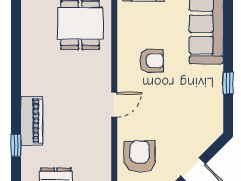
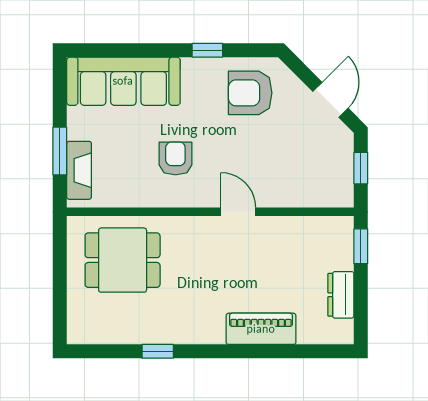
window: (16, 145) -> (158, 351), moved
armchair: (140, 156) -> (250, 93), moved

